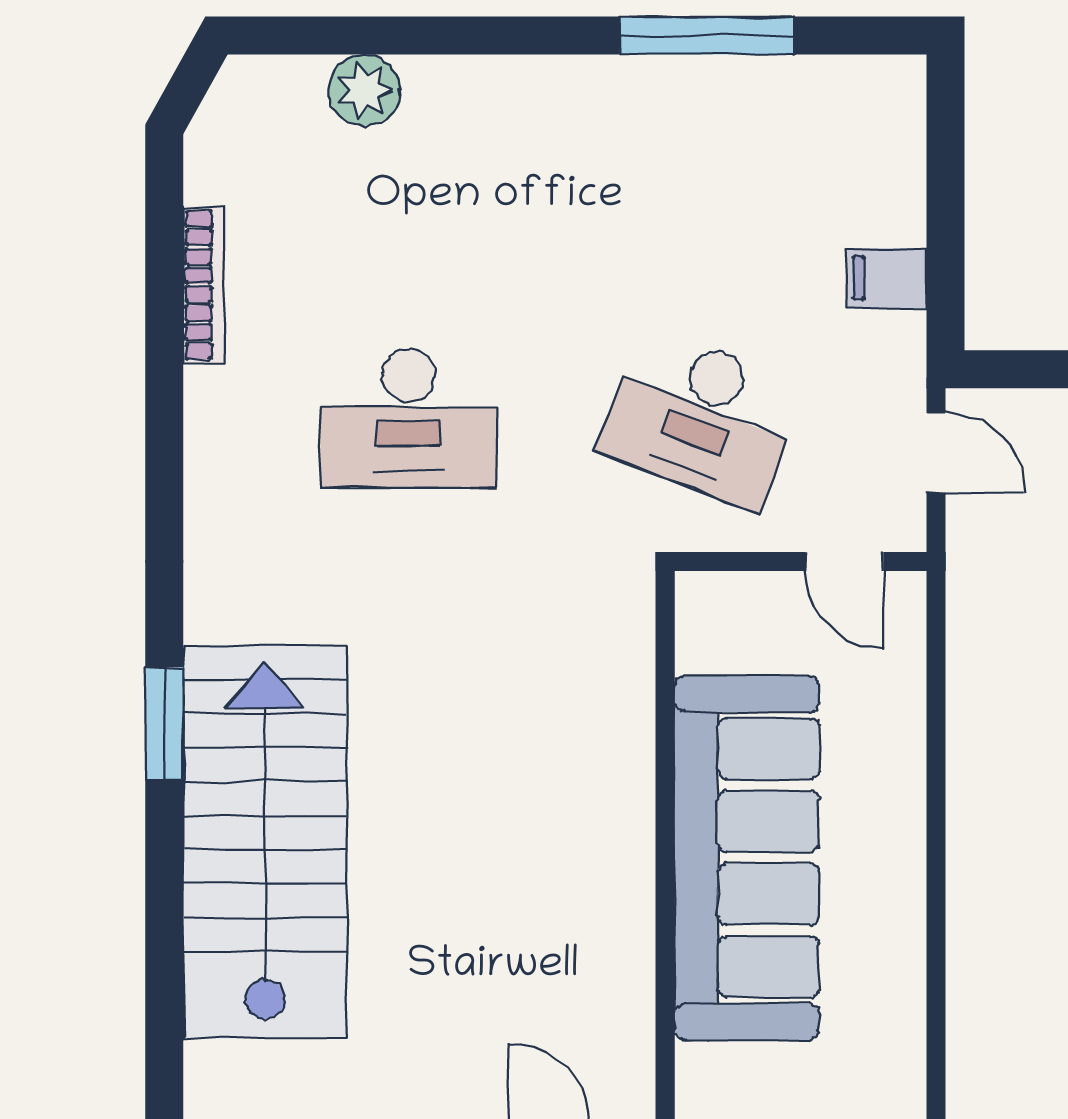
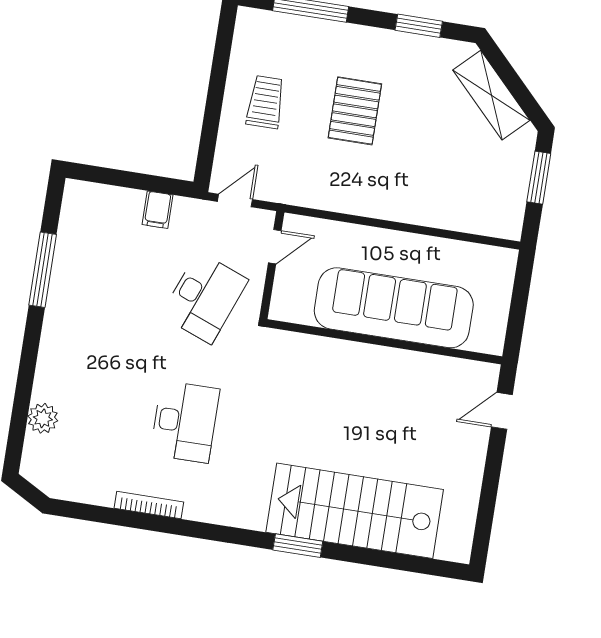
bookcase: (203, 285) -> (149, 505), moved

